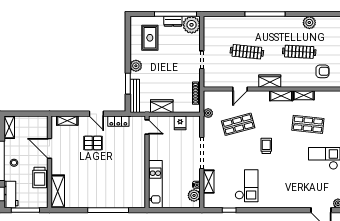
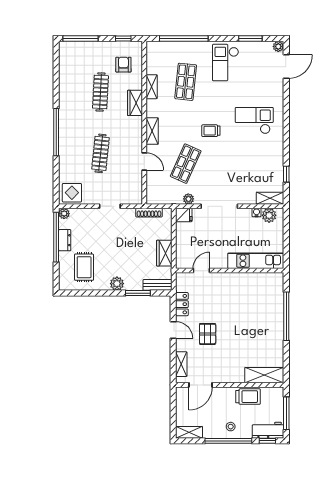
plant: (309, 23) -> (66, 80), removed
plant: (192, 25) -> (64, 214), width x0.53, depth x0.53
display table: (213, 27) -> (72, 193), added
rug: (150, 38) -> (84, 267), turned 90
wardrobe: (270, 81) -> (135, 103), moved
bench: (135, 96) -> (157, 285), width x0.73
shelving: (281, 96) -> (152, 131), moved
plant: (208, 113) -> (188, 199), moved
door: (96, 114) -> (173, 330), hinge flipped
fridge: (180, 123) -> (184, 215), moved
shop shelf: (238, 124) -> (186, 164), turned 39
door: (147, 127) -> (201, 271), moved
door: (49, 148) -> (201, 385), moved
shelving: (209, 182) -> (270, 198), moved
checkout: (247, 186) -> (254, 121), moved

